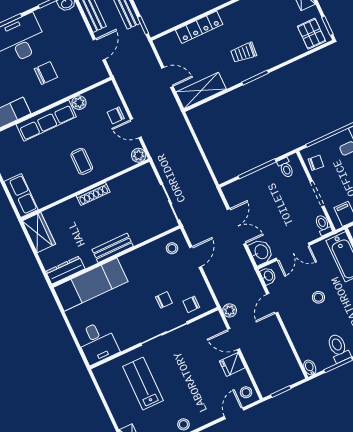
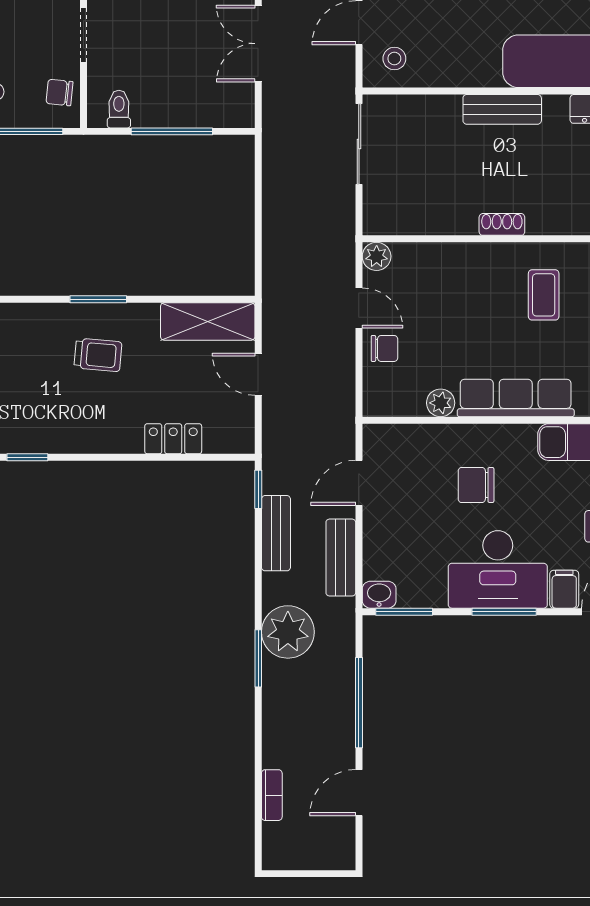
locker: (199, 27) -> (173, 439), width x0.66
coffee table: (82, 161) -> (544, 295), moved
shoe rack: (93, 194) -> (502, 224), width x0.70

